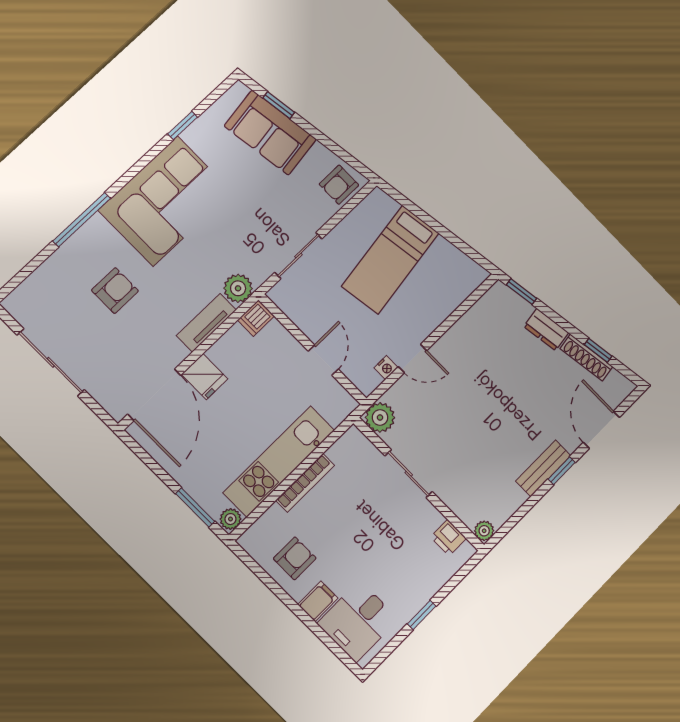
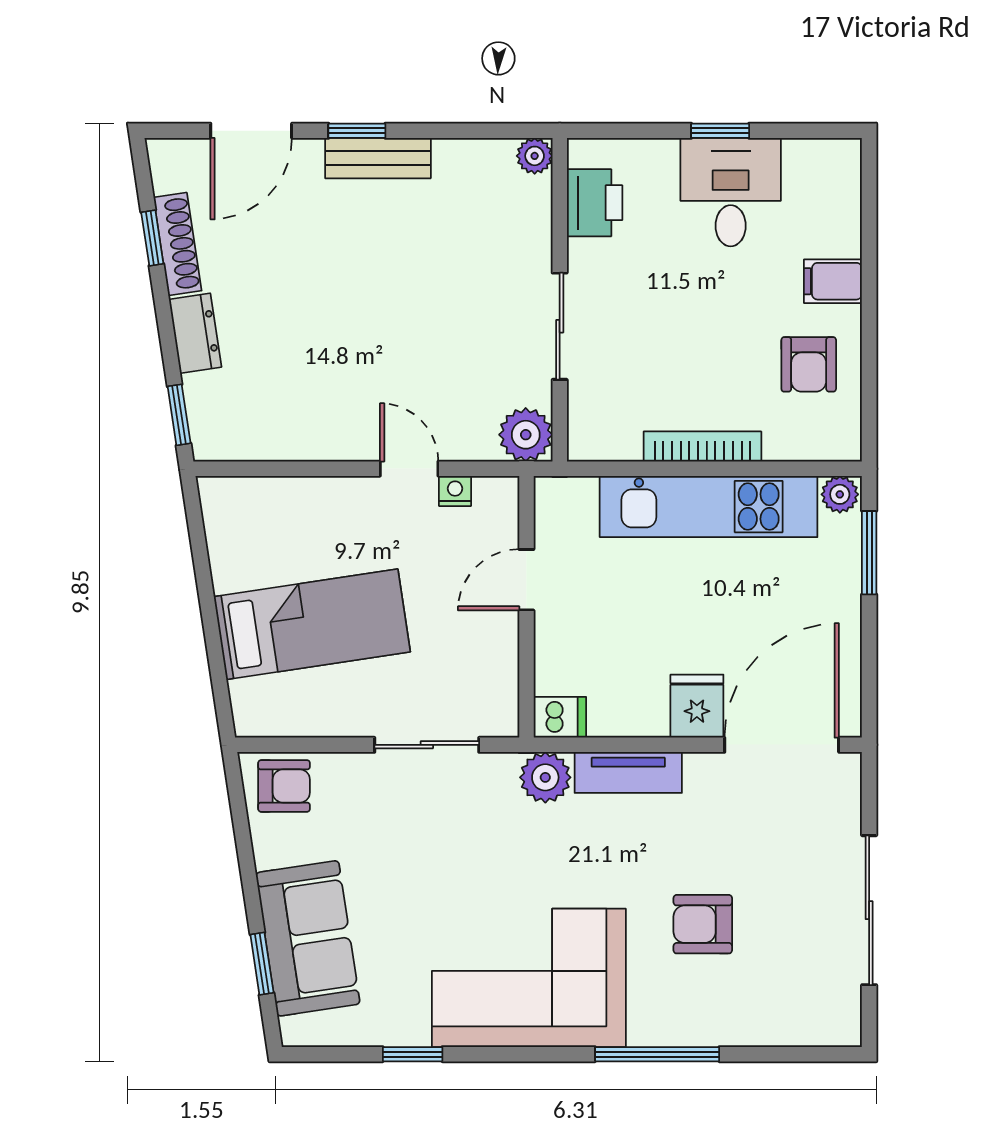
printer: (448, 538) -> (595, 203), width x1.36, depth x1.24
armchair: (295, 558) -> (809, 364), turned -90
desk: (358, 621) -> (731, 192), moved, turned -90

